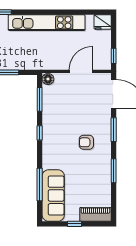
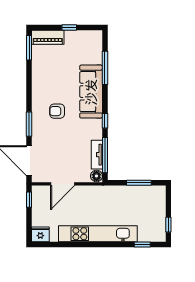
window: (40, 99) -> (105, 155), width x1.44
tv unit: (48, 100) -> (97, 155), added
armchair: (86, 142) -> (57, 111), turned 180
window: (114, 171) -> (29, 48), moved
sofa: (53, 195) -> (91, 92), moved

